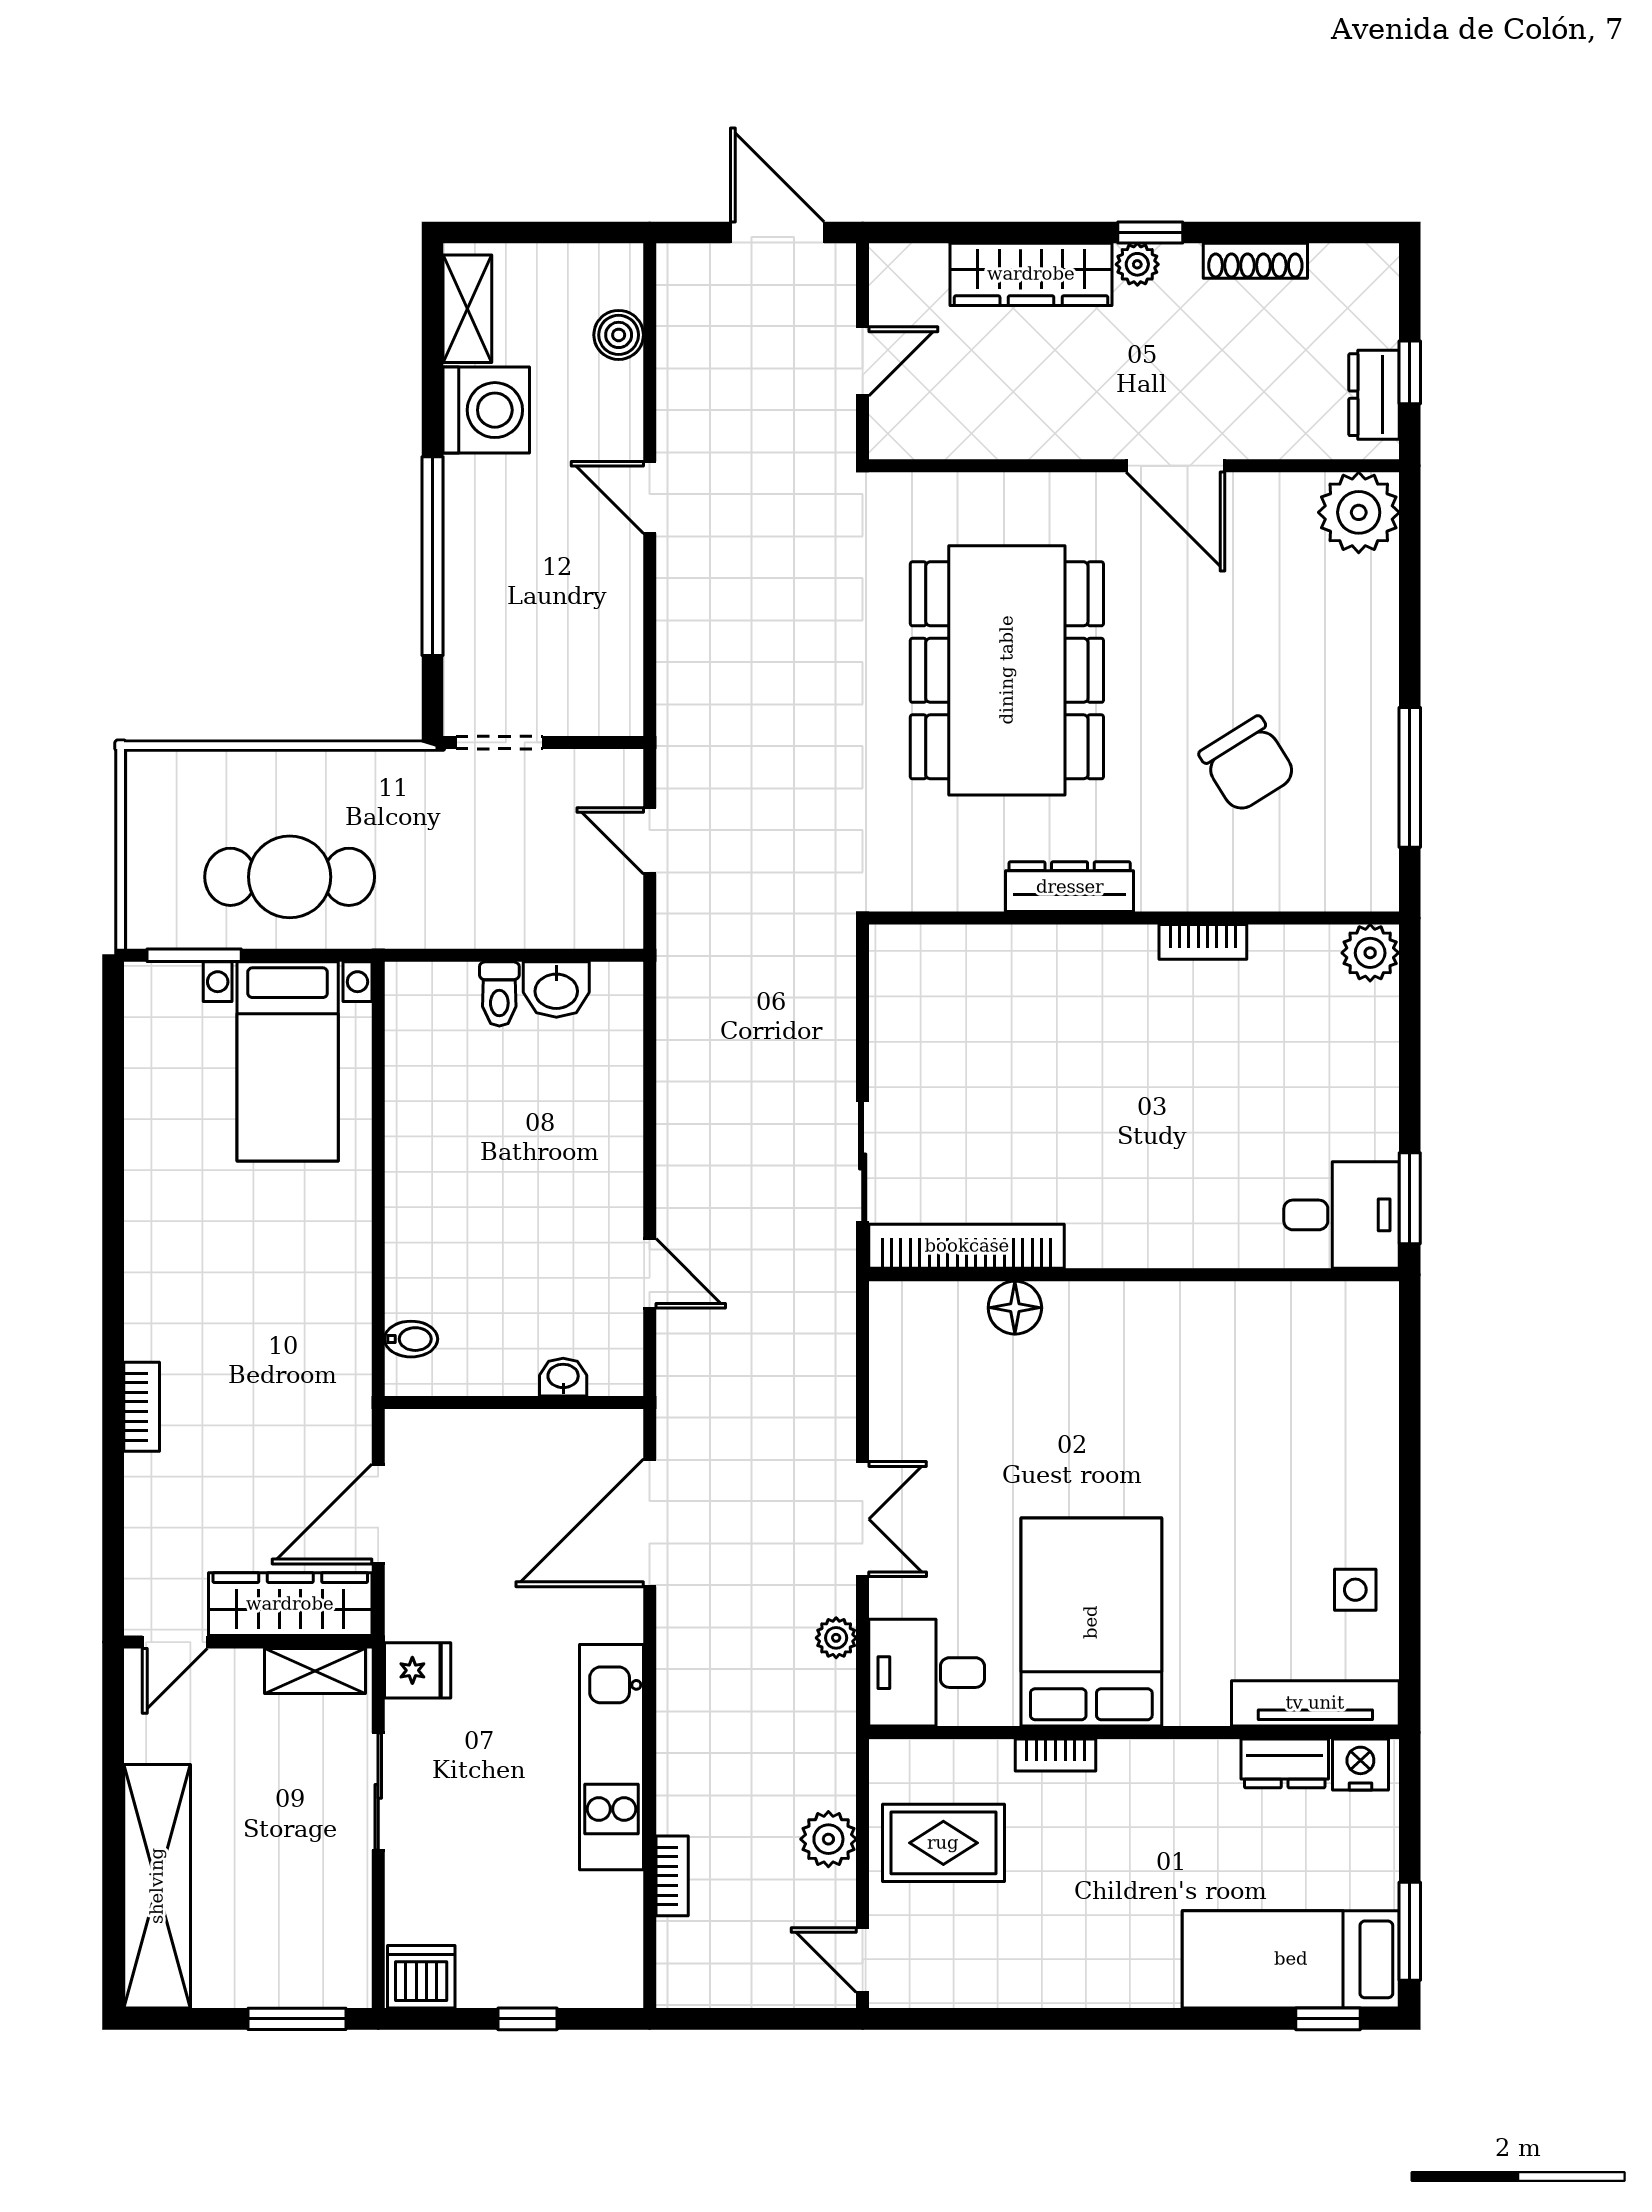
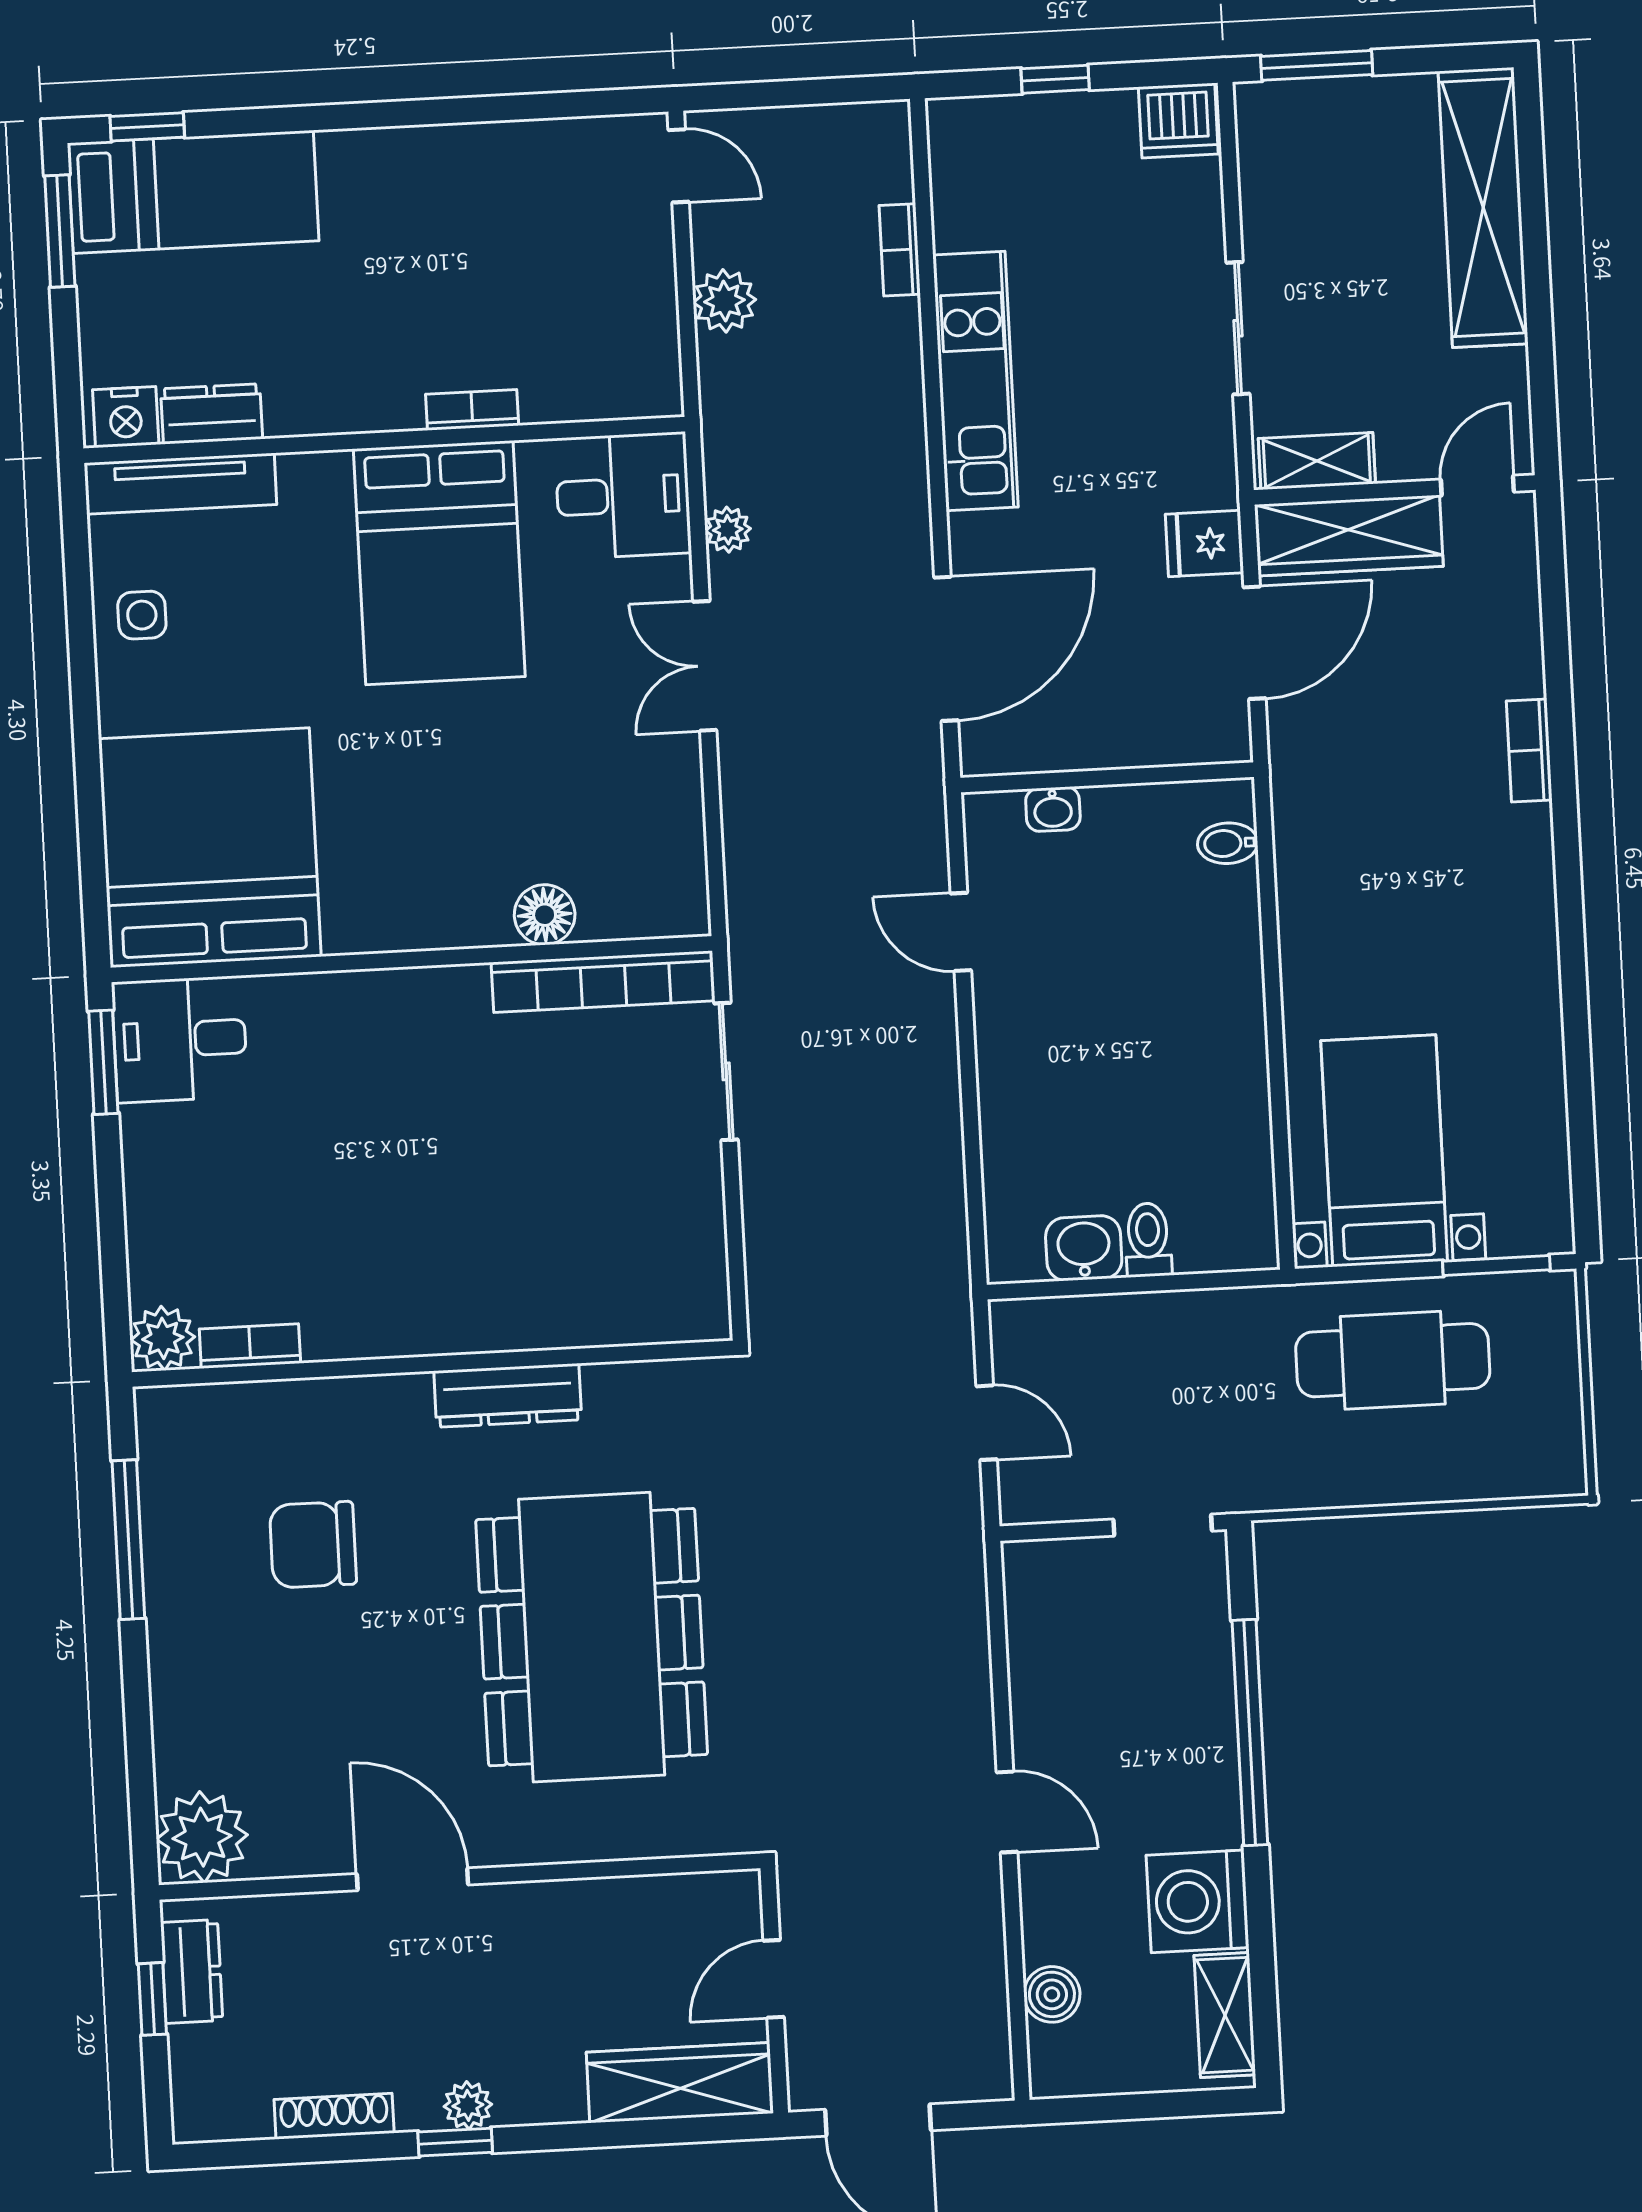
wardrobe: (1031, 274) -> (680, 2083), moved
chair: (1248, 764) -> (313, 1545), turned -58
bookcase: (1203, 942) -> (250, 1346), moved
bed: (1306, 1382) -> (210, 848), added
fridge: (418, 1670) -> (1205, 544), moved
rug: (943, 1843) -> (594, 303), removed

